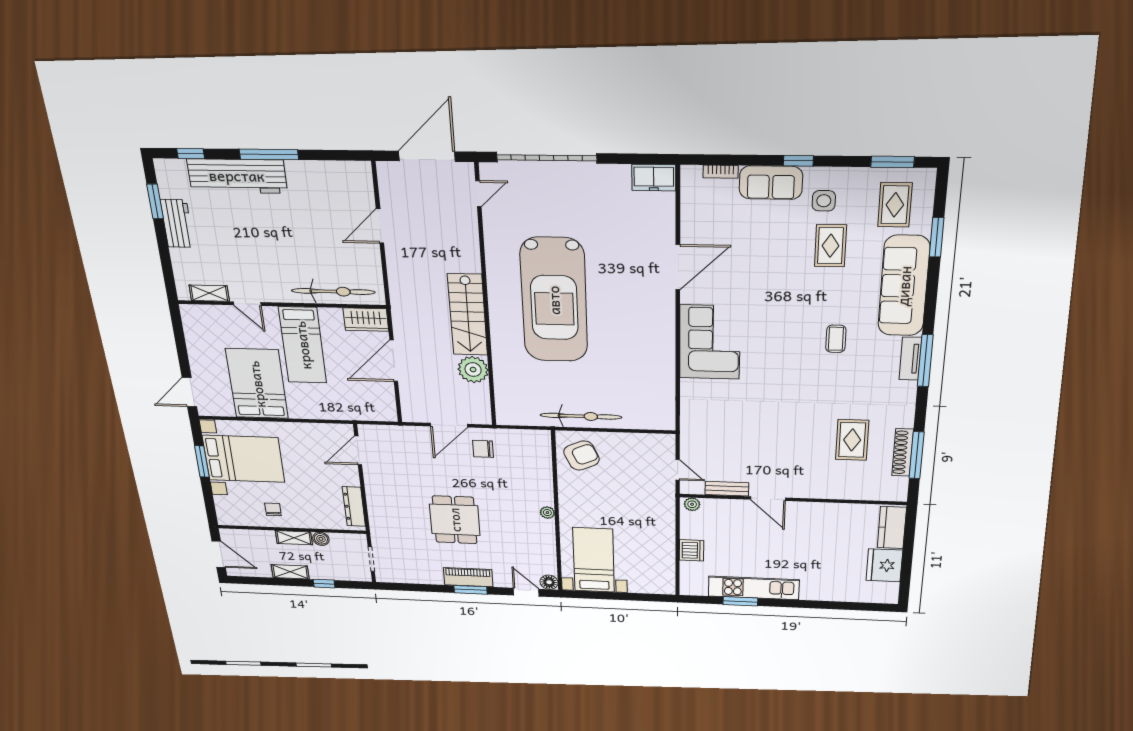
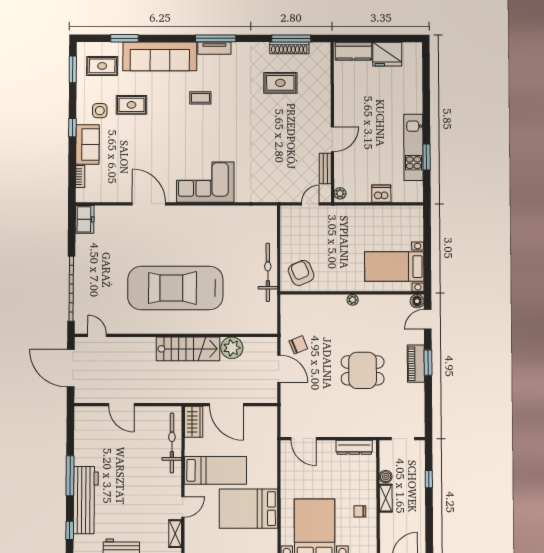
car: (554, 300) -> (175, 288), turned 180
chair: (483, 449) -> (298, 345), turned -112
shelving: (290, 572) -> (419, 505), removed

